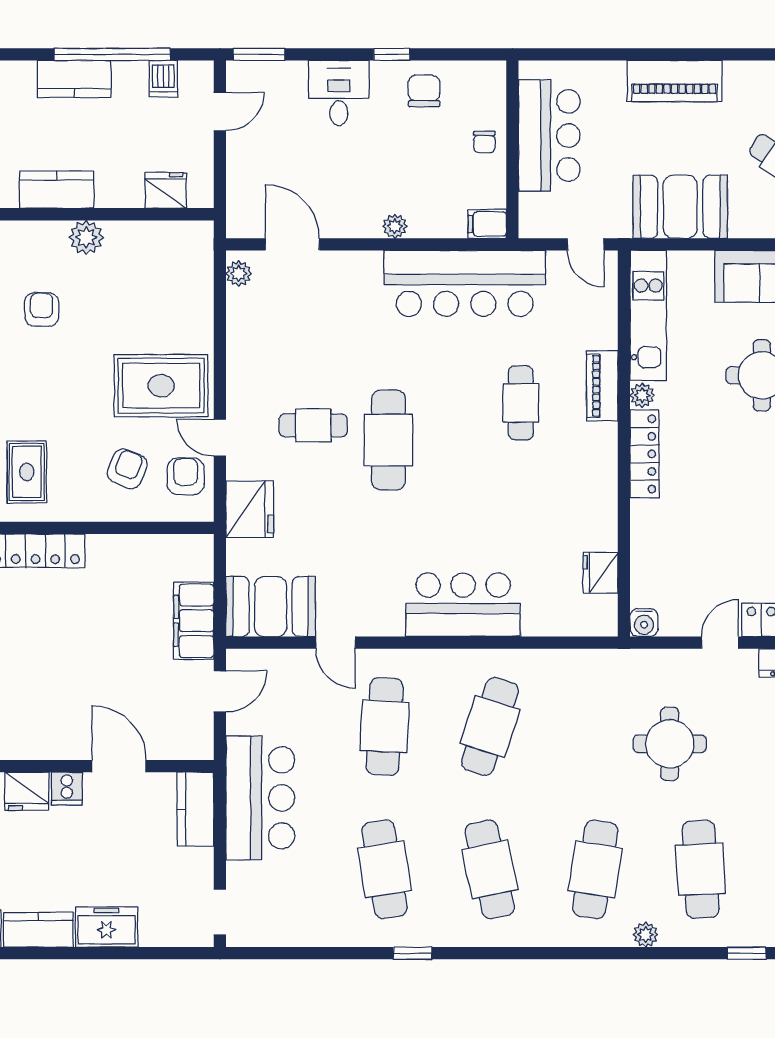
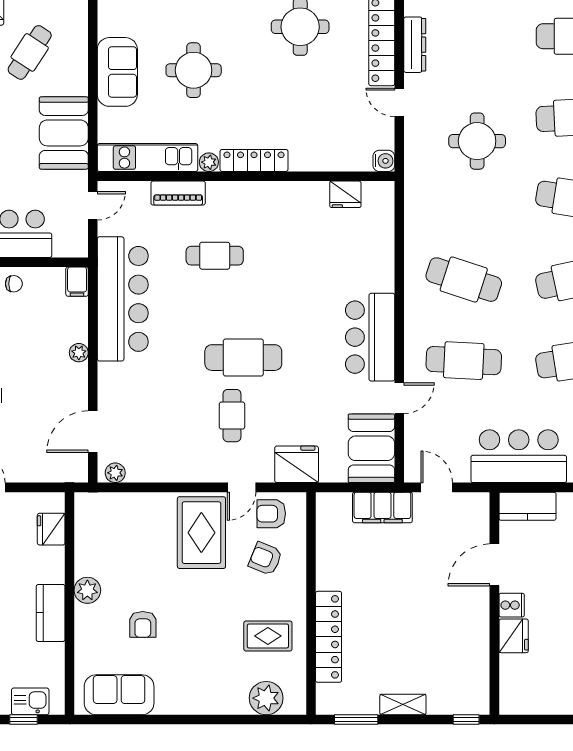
armchair: (42, 309) -> (143, 624), turned -90
piano: (602, 386) -> (178, 193), moved
bar counter: (463, 605) -> (370, 337), moved

